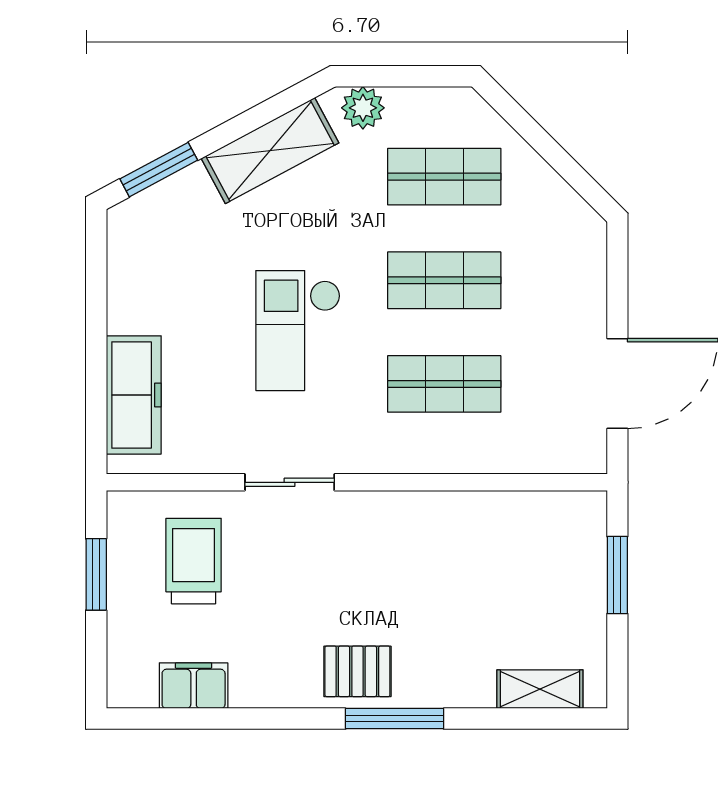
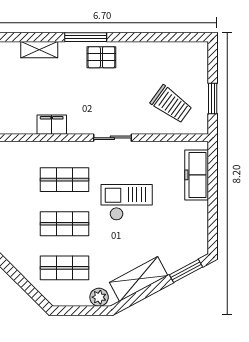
checkout: (298, 331) -> (127, 202), turned -90
sliding door: (290, 482) -> (112, 138), moved
trolley: (194, 561) -> (171, 104), turned -54
filing cabinet: (194, 686) -> (52, 125), moved, turned 180
shelving: (540, 689) -> (39, 50), moved

